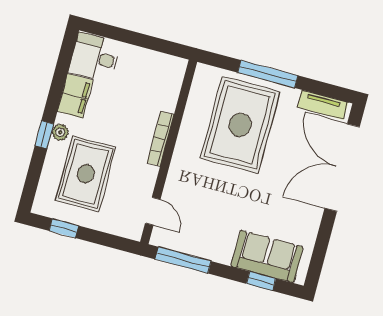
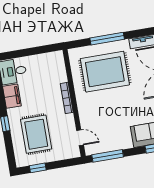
rug: (240, 125) -> (105, 72), turned 90
plant: (60, 132) -> (13, 119), removed

